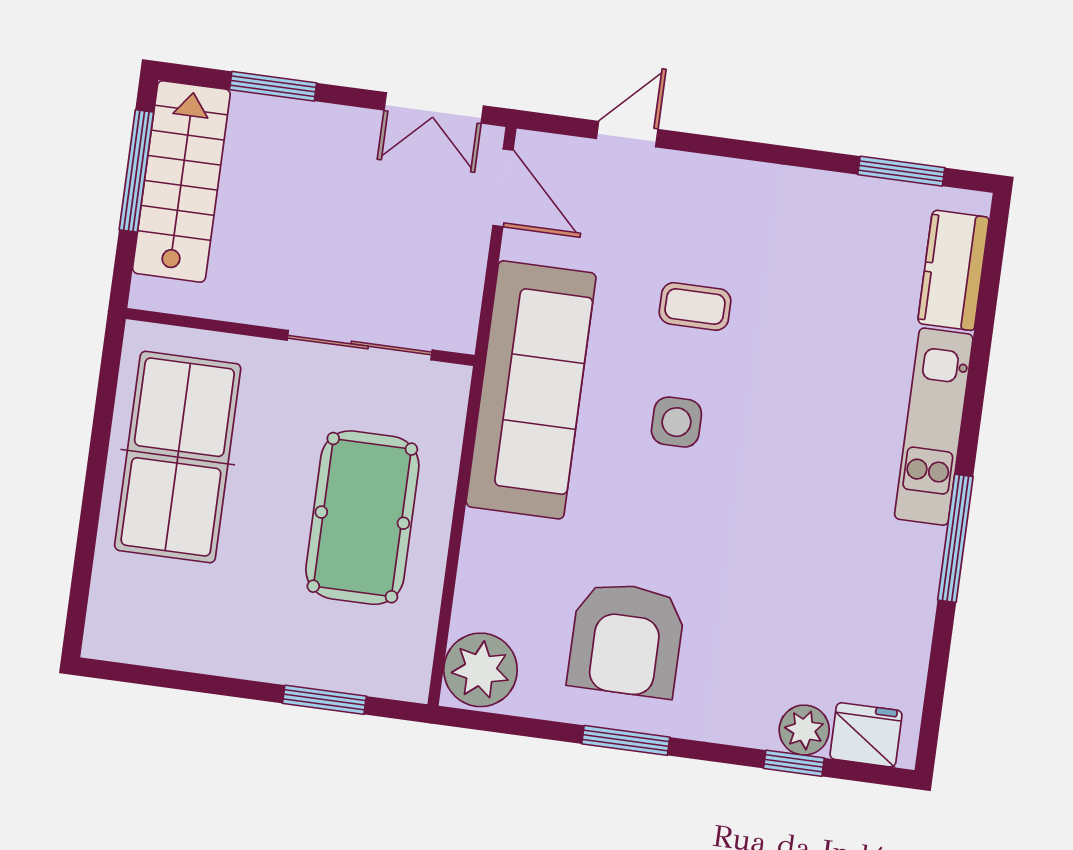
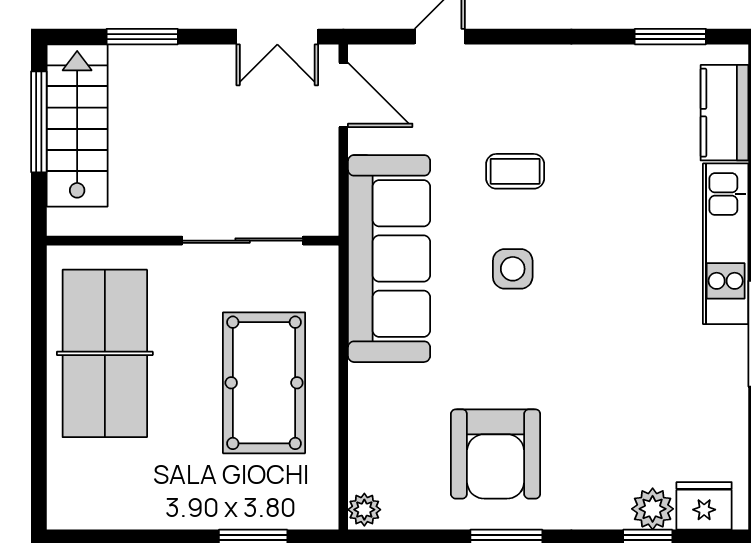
plant: (480, 670) -> (364, 510), width x0.53, depth x0.53

